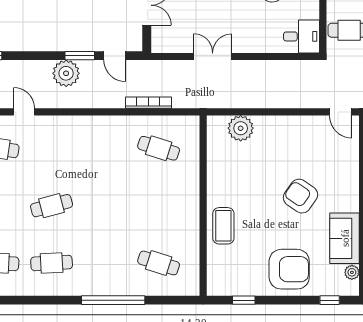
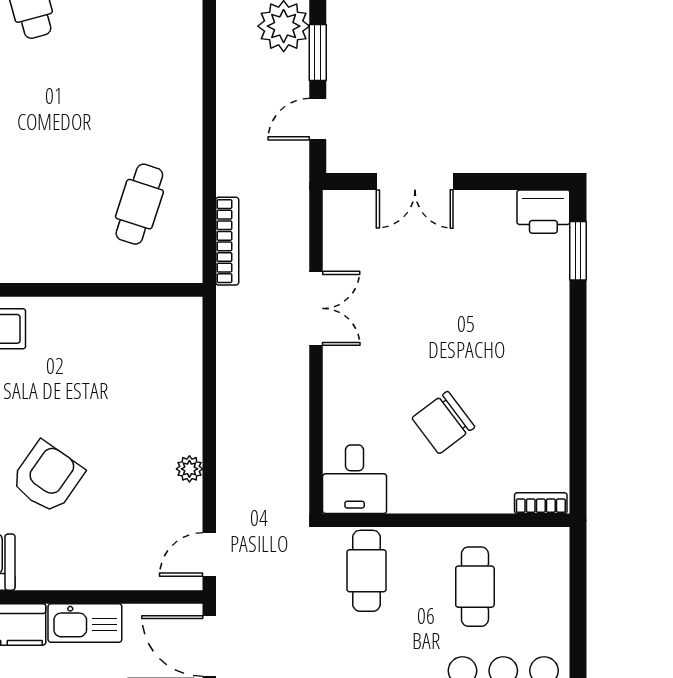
bookcase: (148, 103) -> (227, 241), moved
plant: (241, 128) -> (189, 469), moved, width x0.53, depth x0.53

